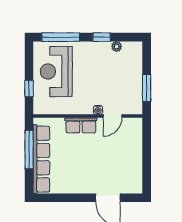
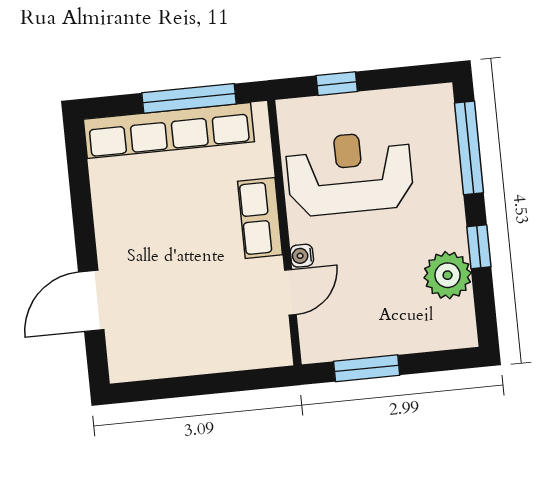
plant: (116, 47) -> (448, 275), width x1.87, depth x1.87
reception desk: (56, 71) -> (350, 173), moved
door: (112, 116) -> (290, 292), swing flipped

